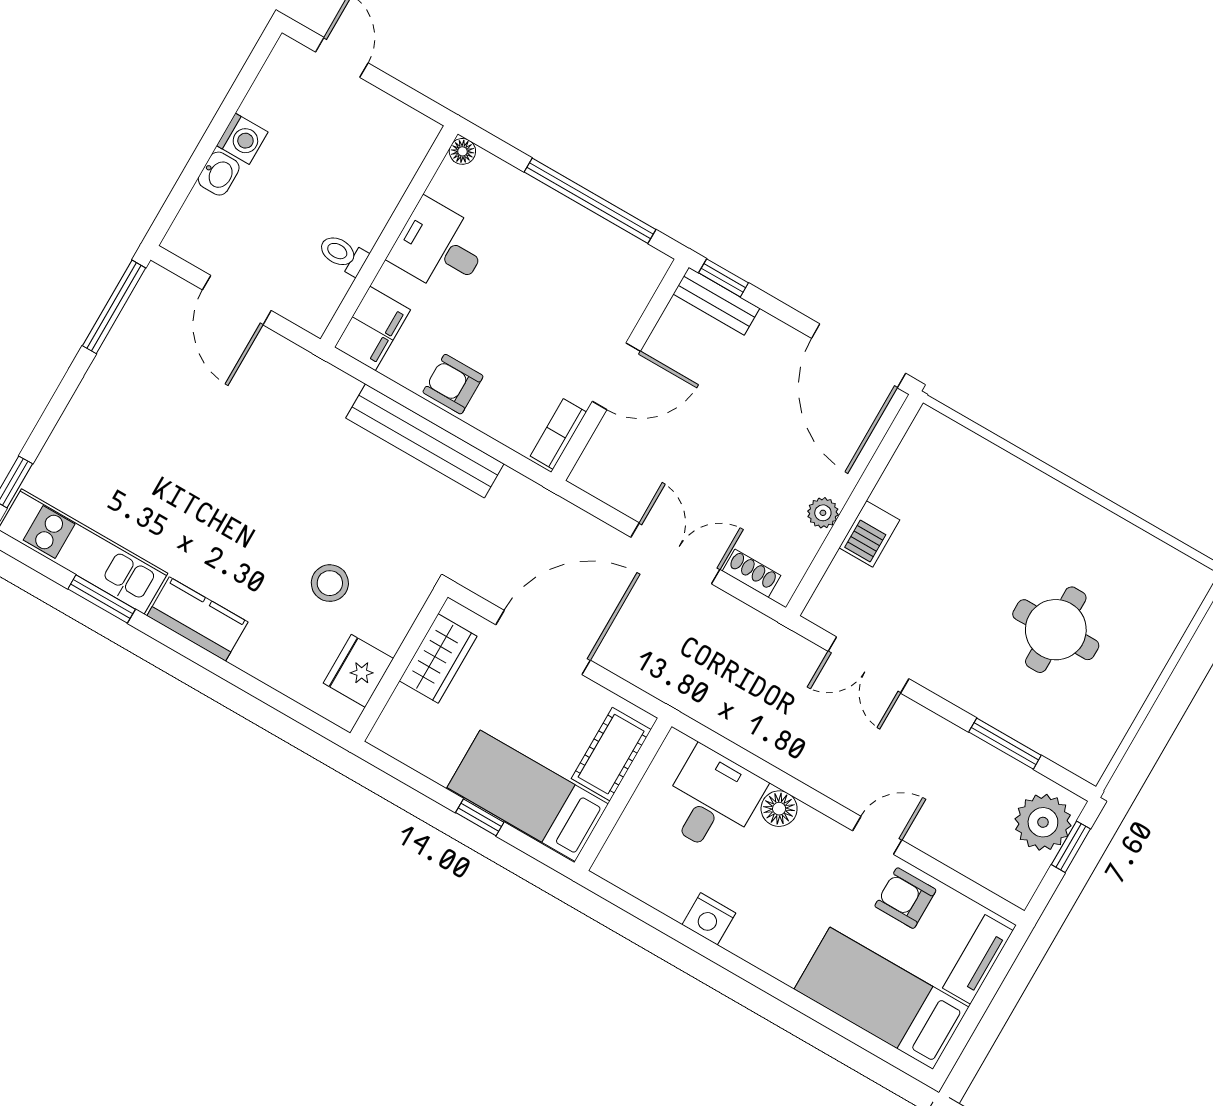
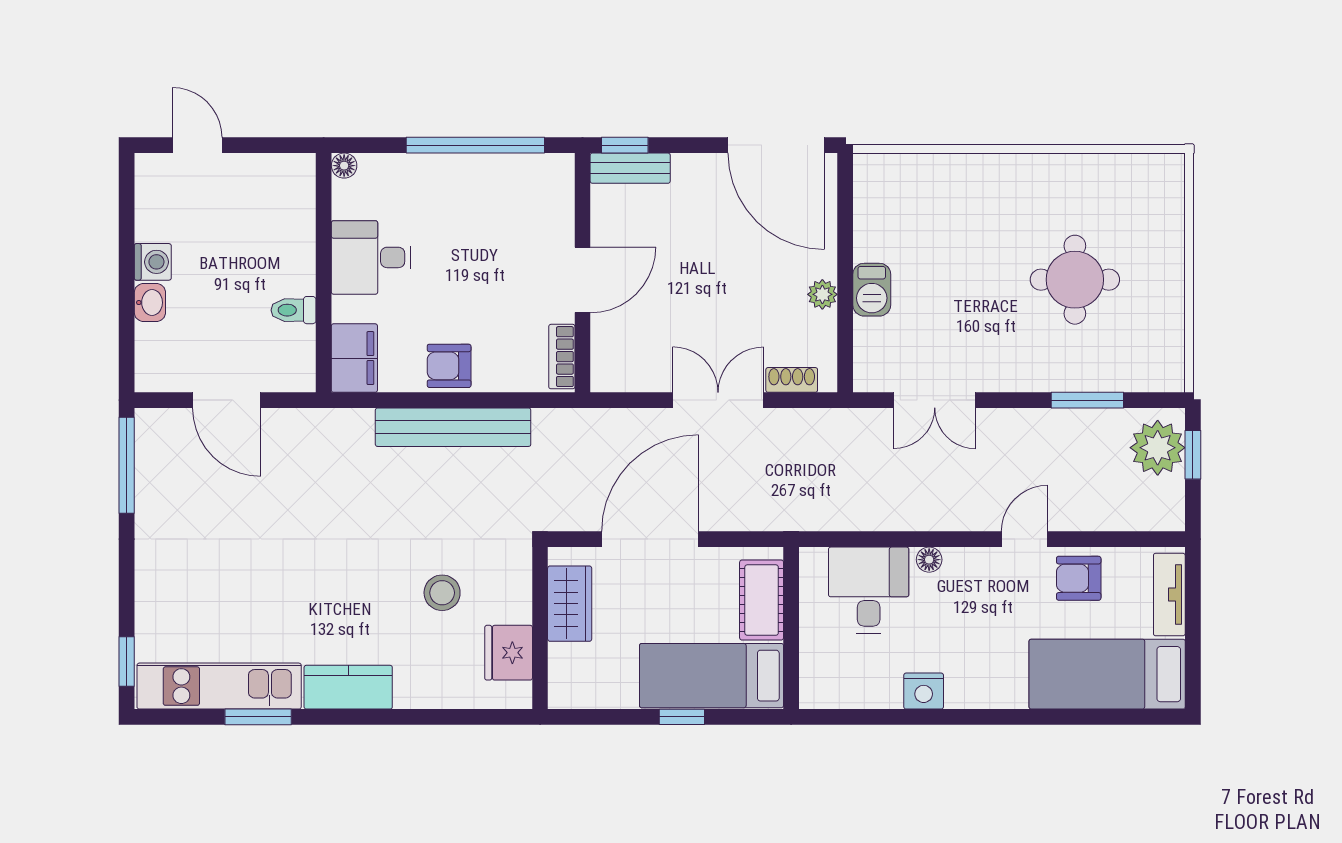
floor lamp: (779, 809) -> (929, 560), width x0.73, depth x0.73

